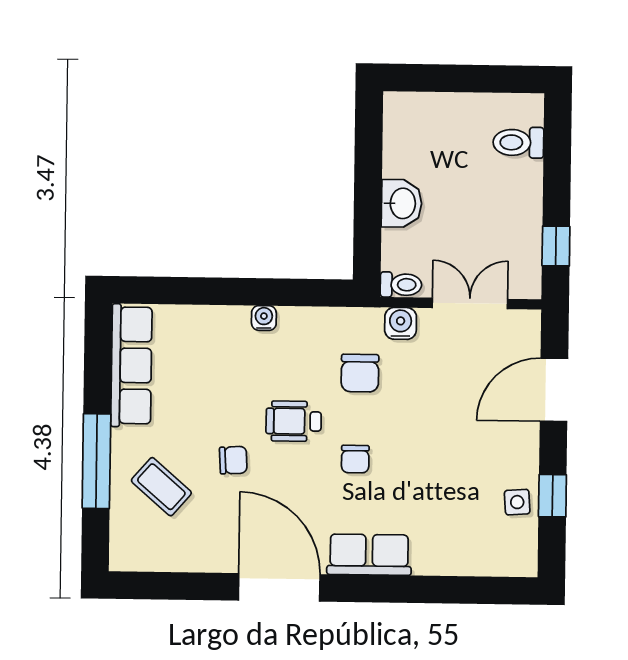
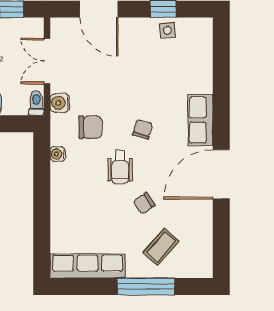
water cooler: (264, 318) -> (58, 154), moved
chair: (355, 459) -> (143, 129), turned -74
chair: (233, 460) -> (144, 203), turned -121

